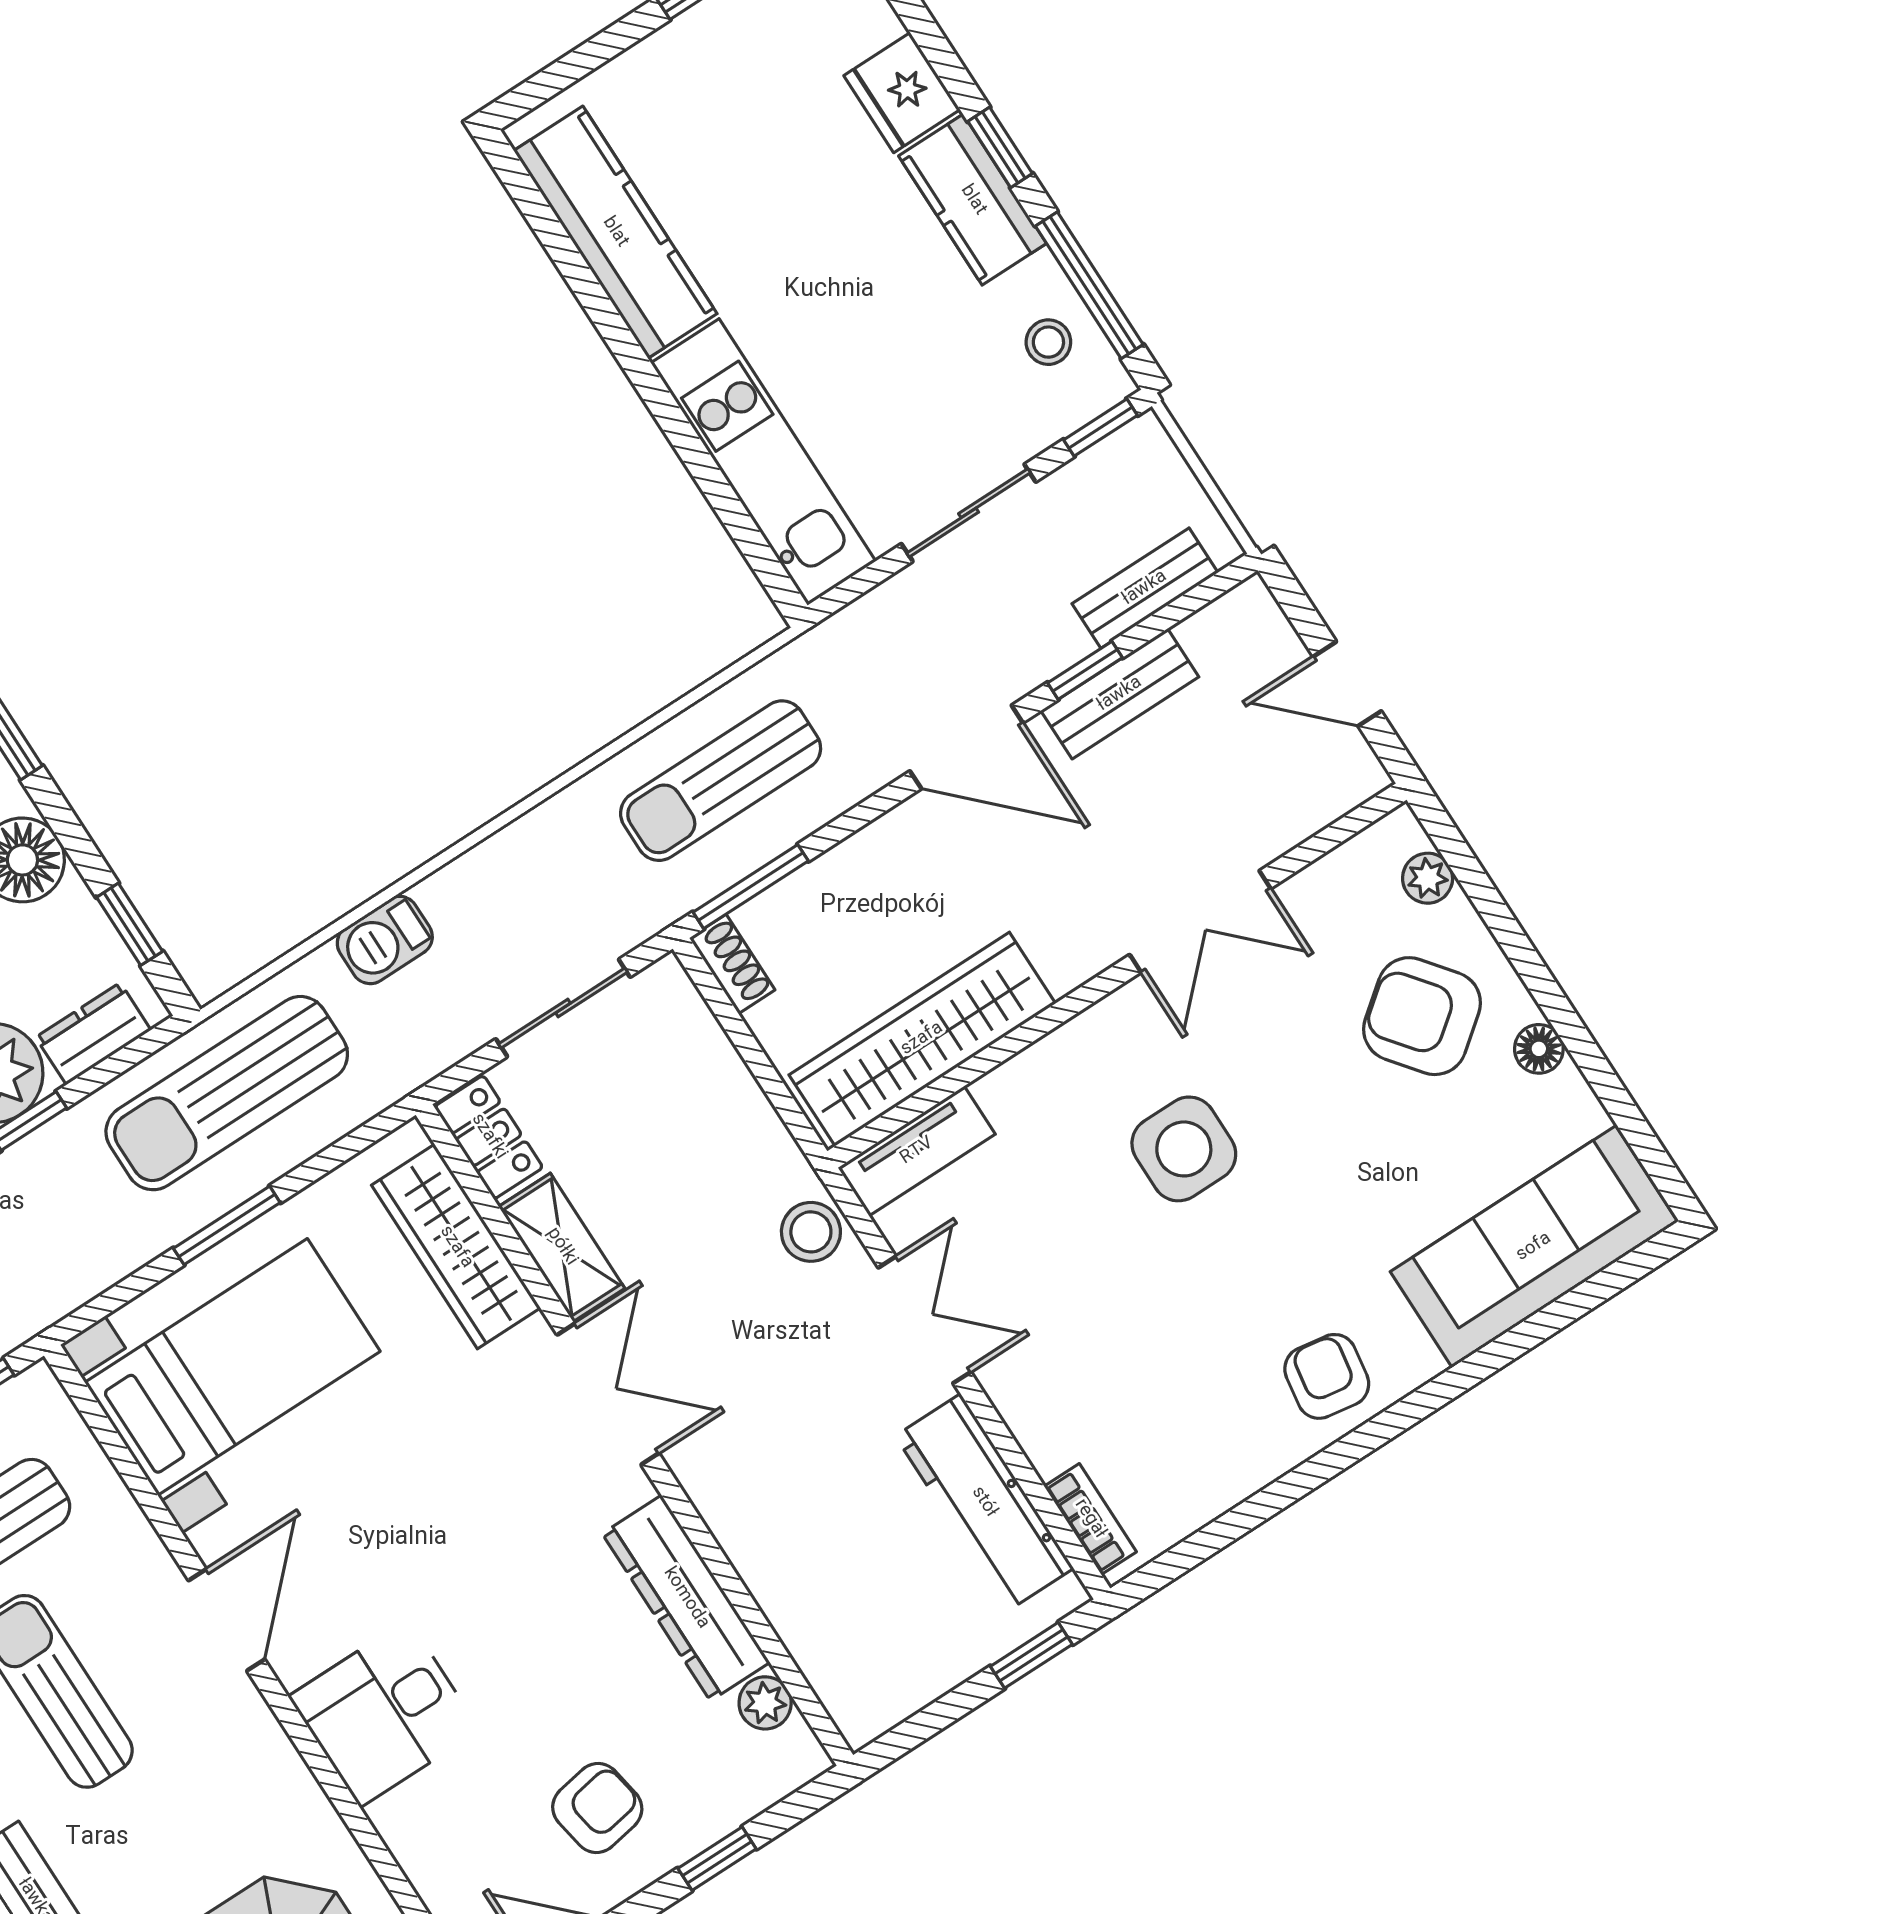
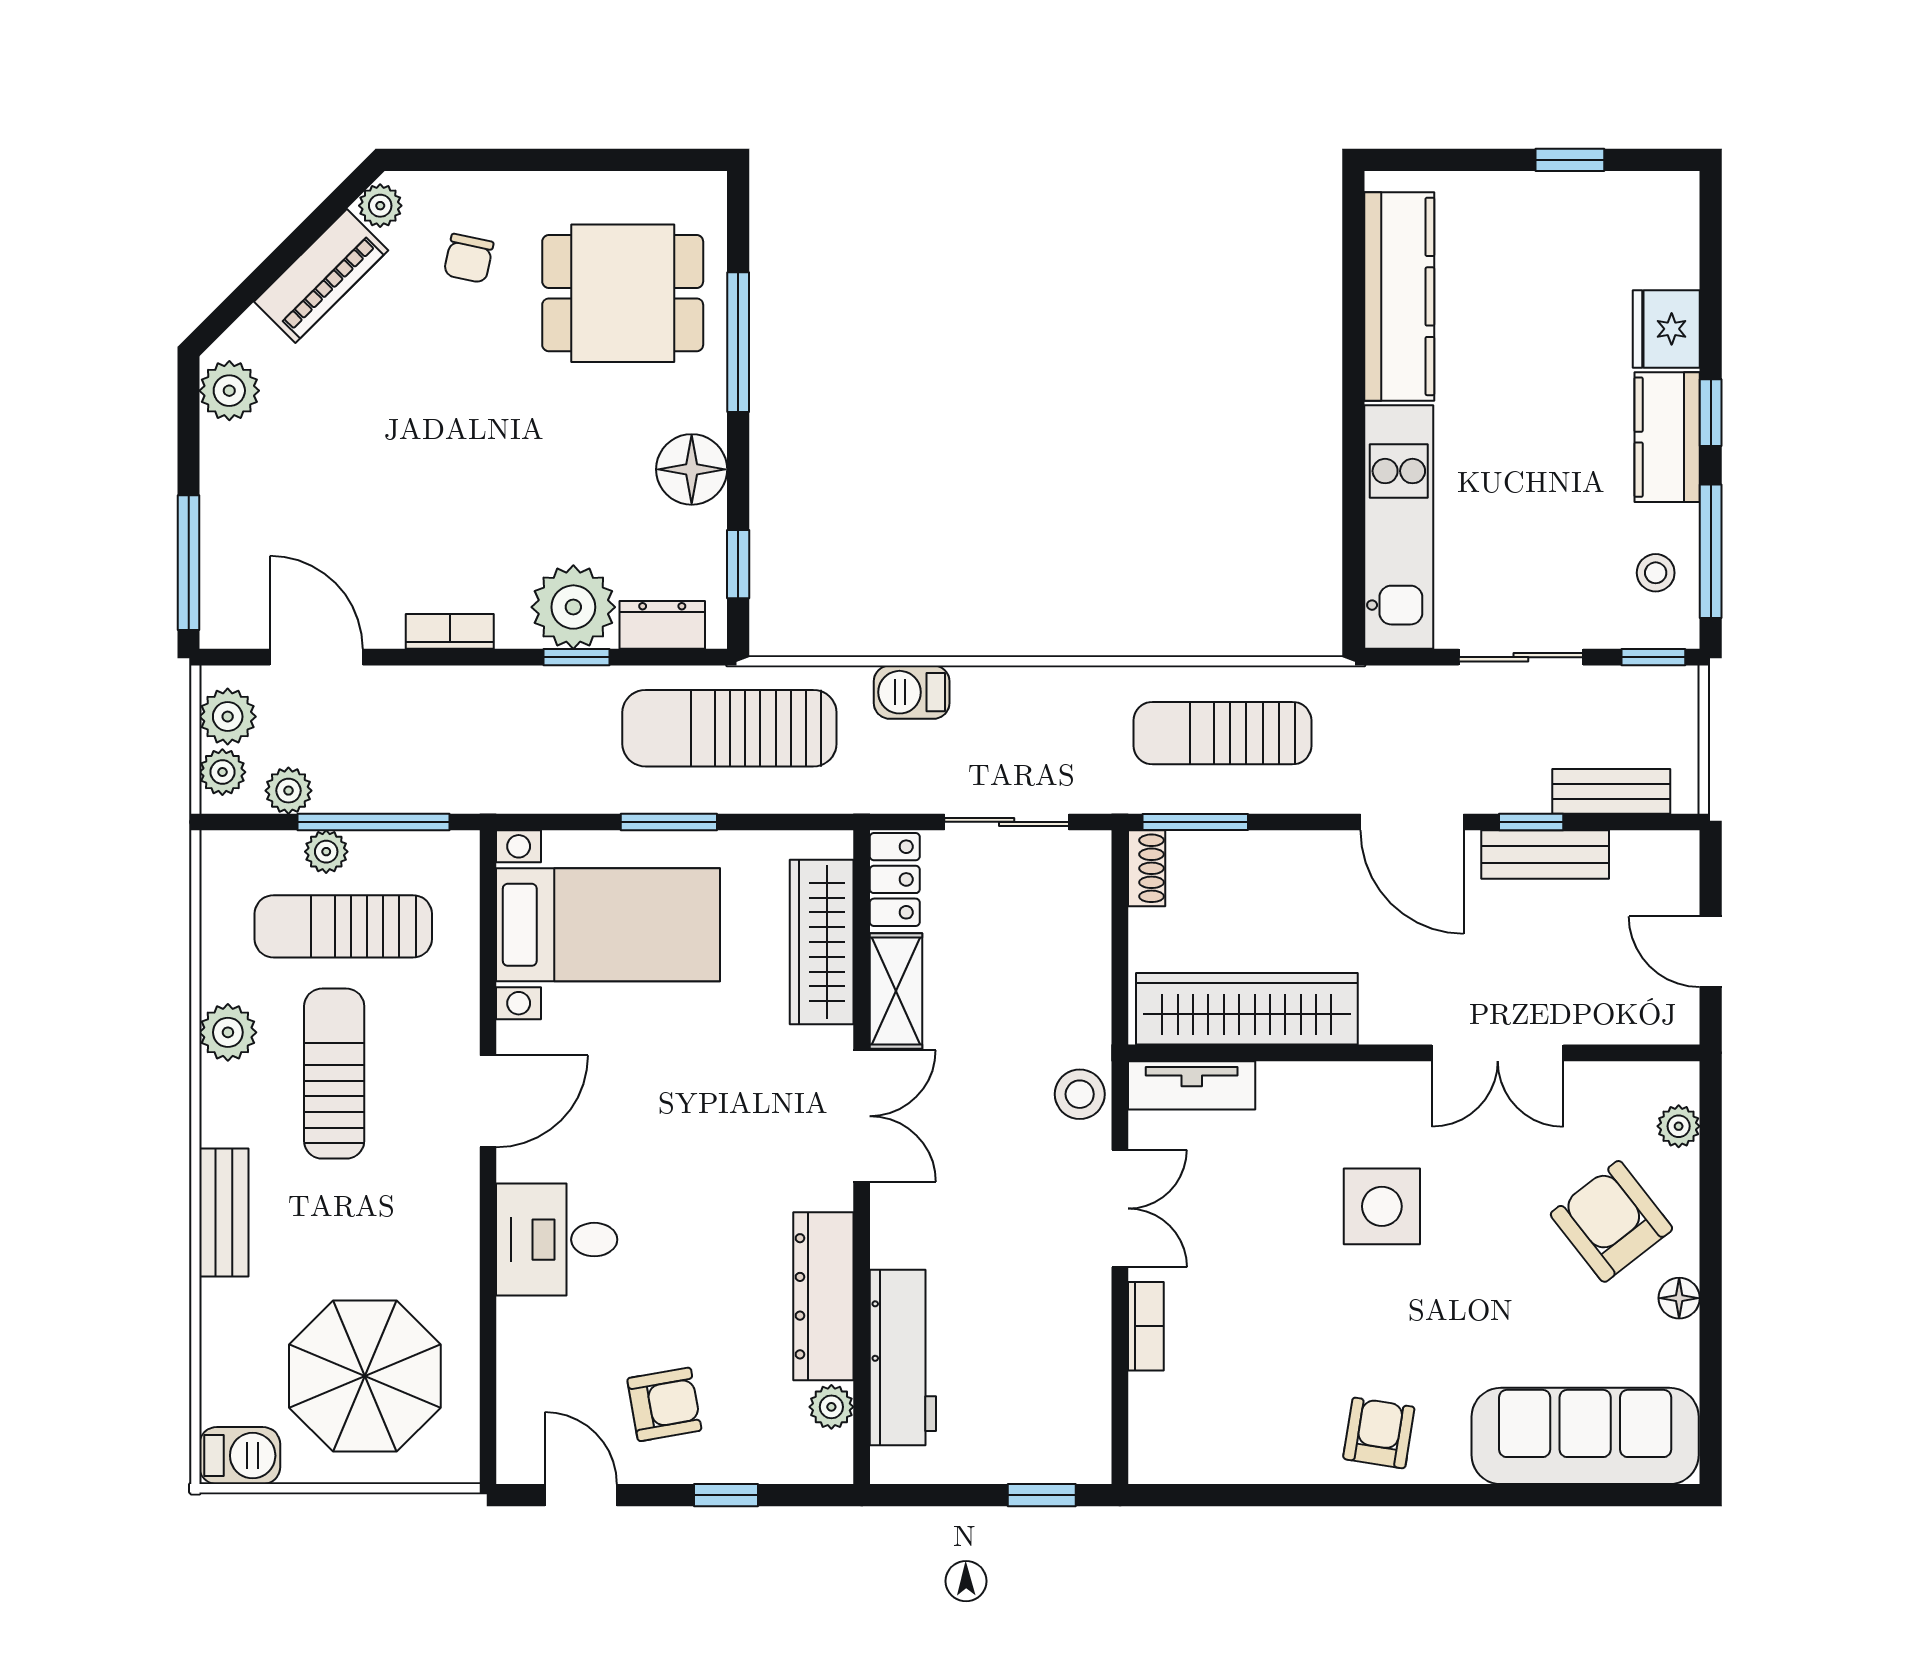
workbench: (984, 1502) -> (903, 1357), moved, turned 180
bookcase: (1090, 1519) -> (1146, 1326), moved

